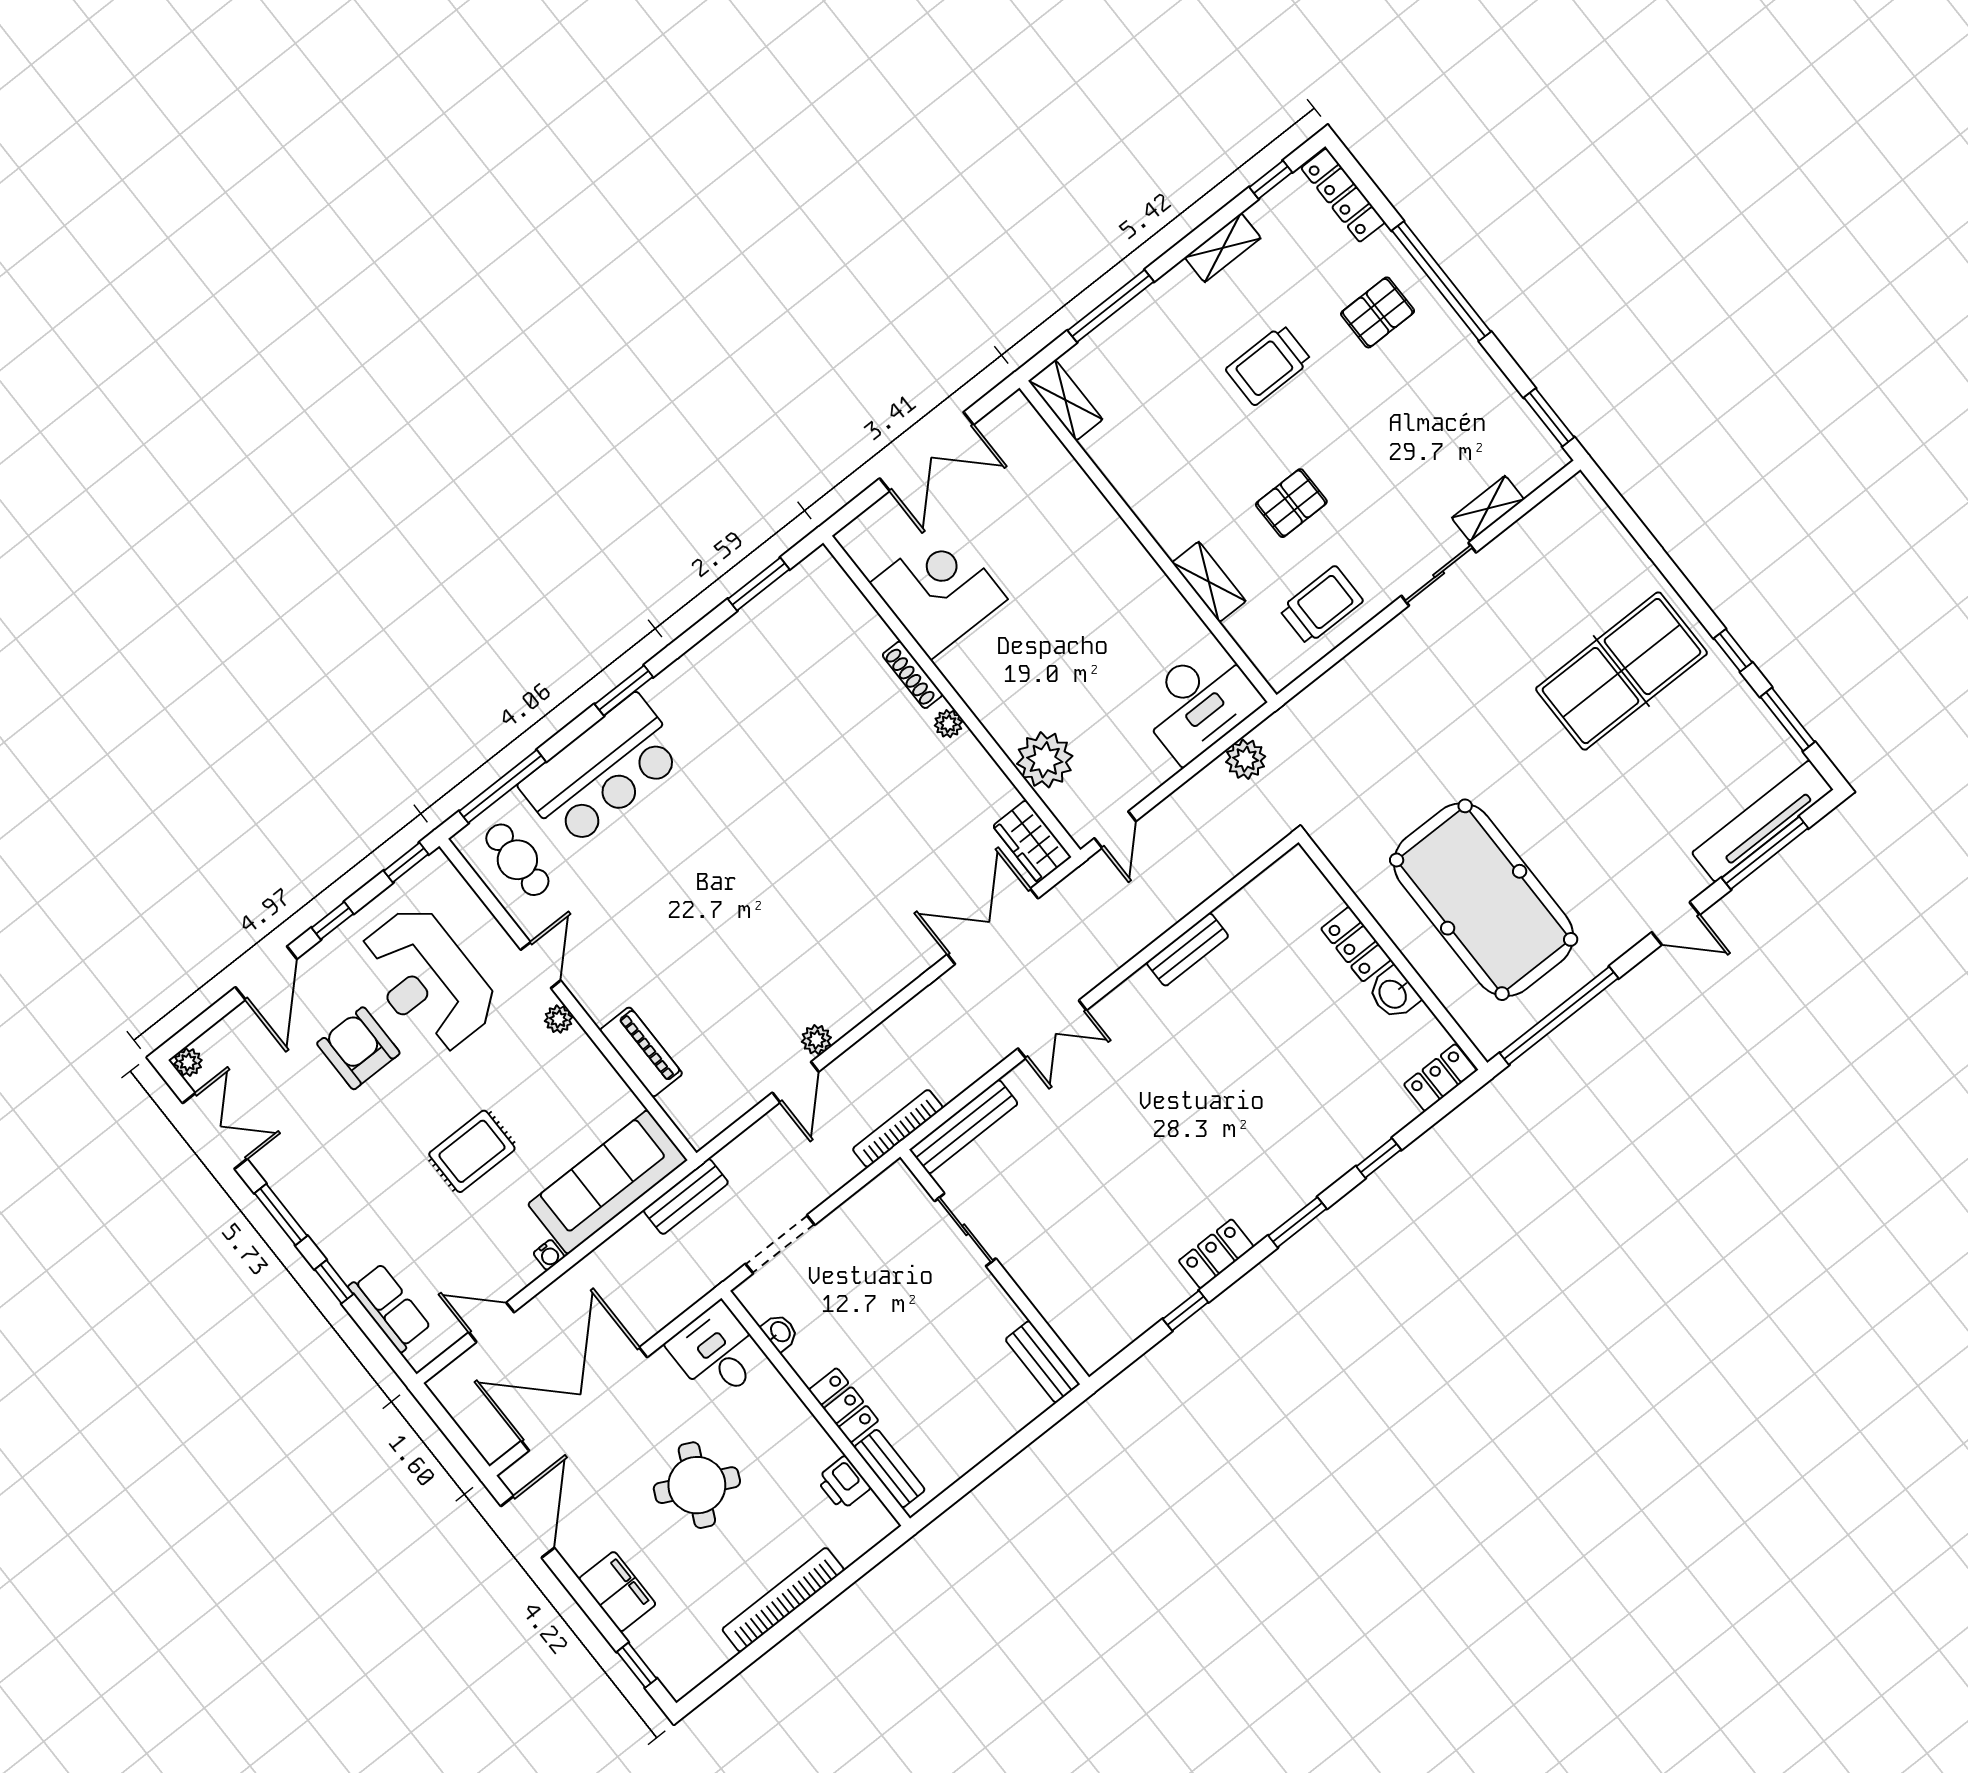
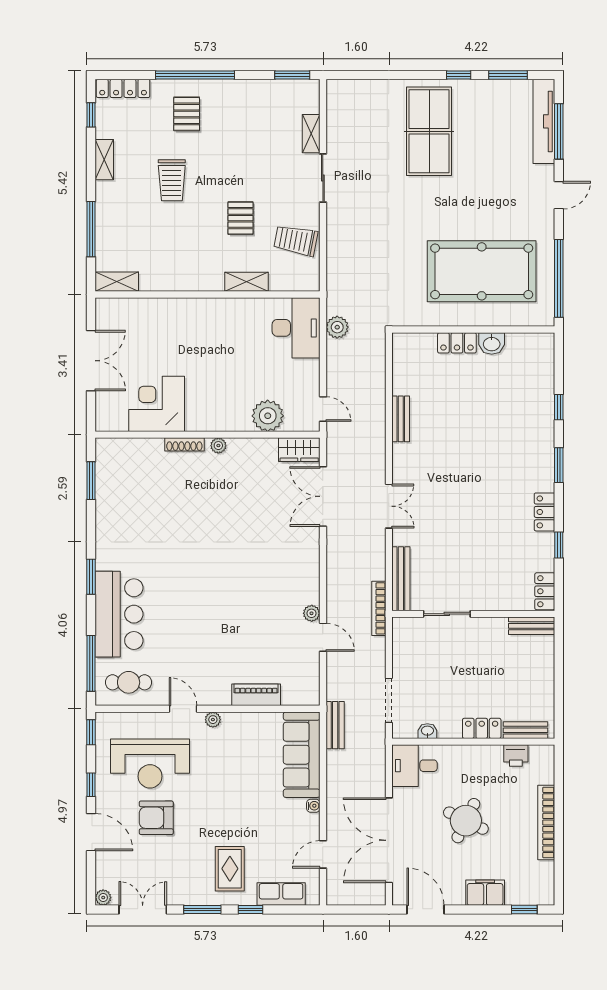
trolley: (1321, 605) -> (296, 240), turned -79
locker: (1440, 1078) -> (545, 591), moved
rug: (472, 1151) -> (230, 869), moved

